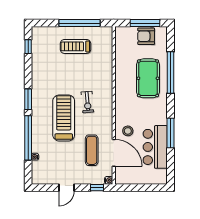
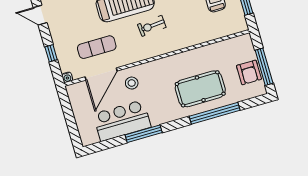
armchair: (146, 36) -> (249, 72), turned 180
door: (67, 188) -> (40, 15), moved
window: (97, 188) -> (51, 53), moved

